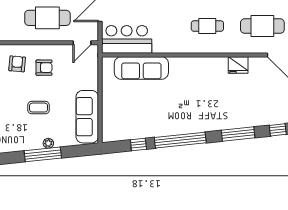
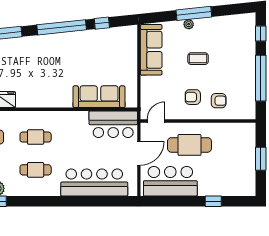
armchair: (17, 64) -> (219, 101), turned -95

